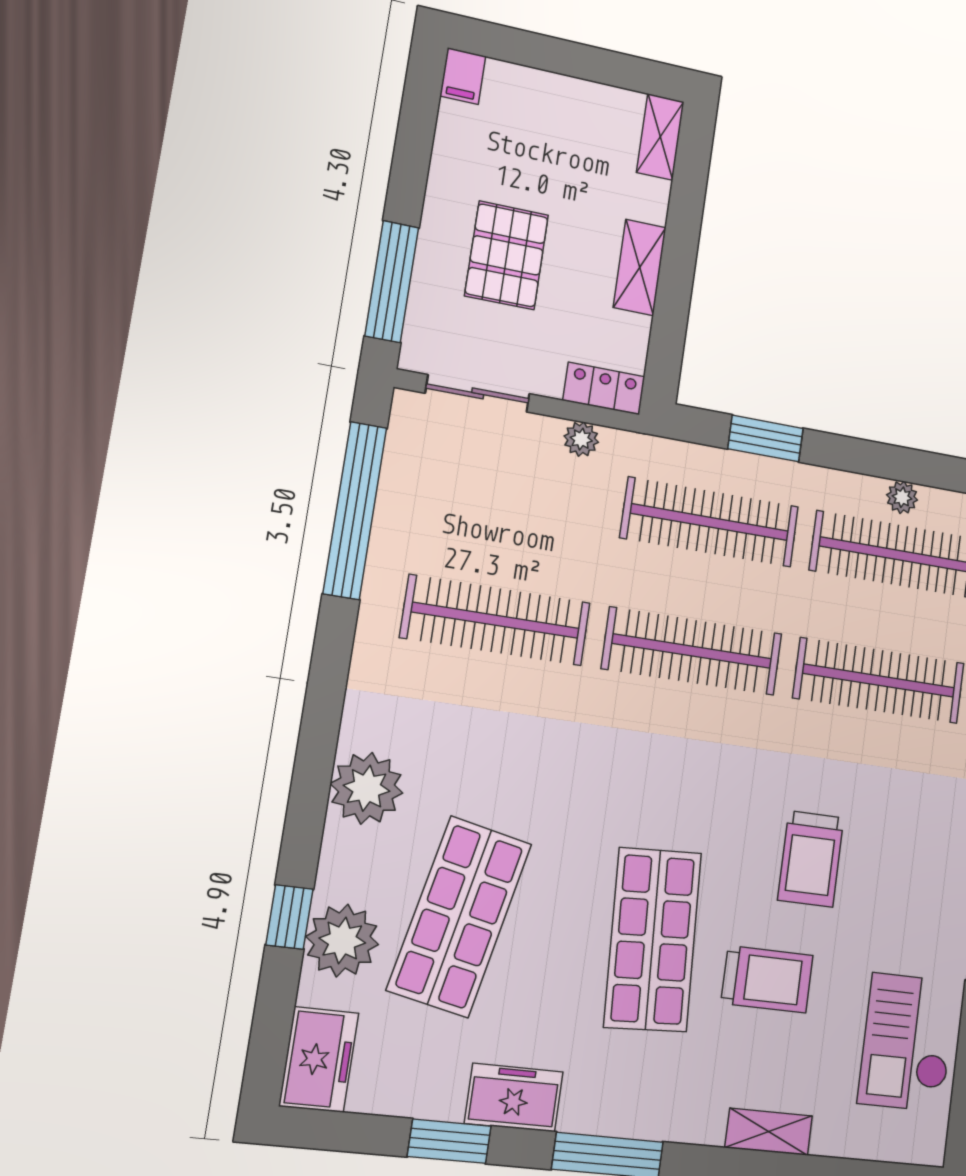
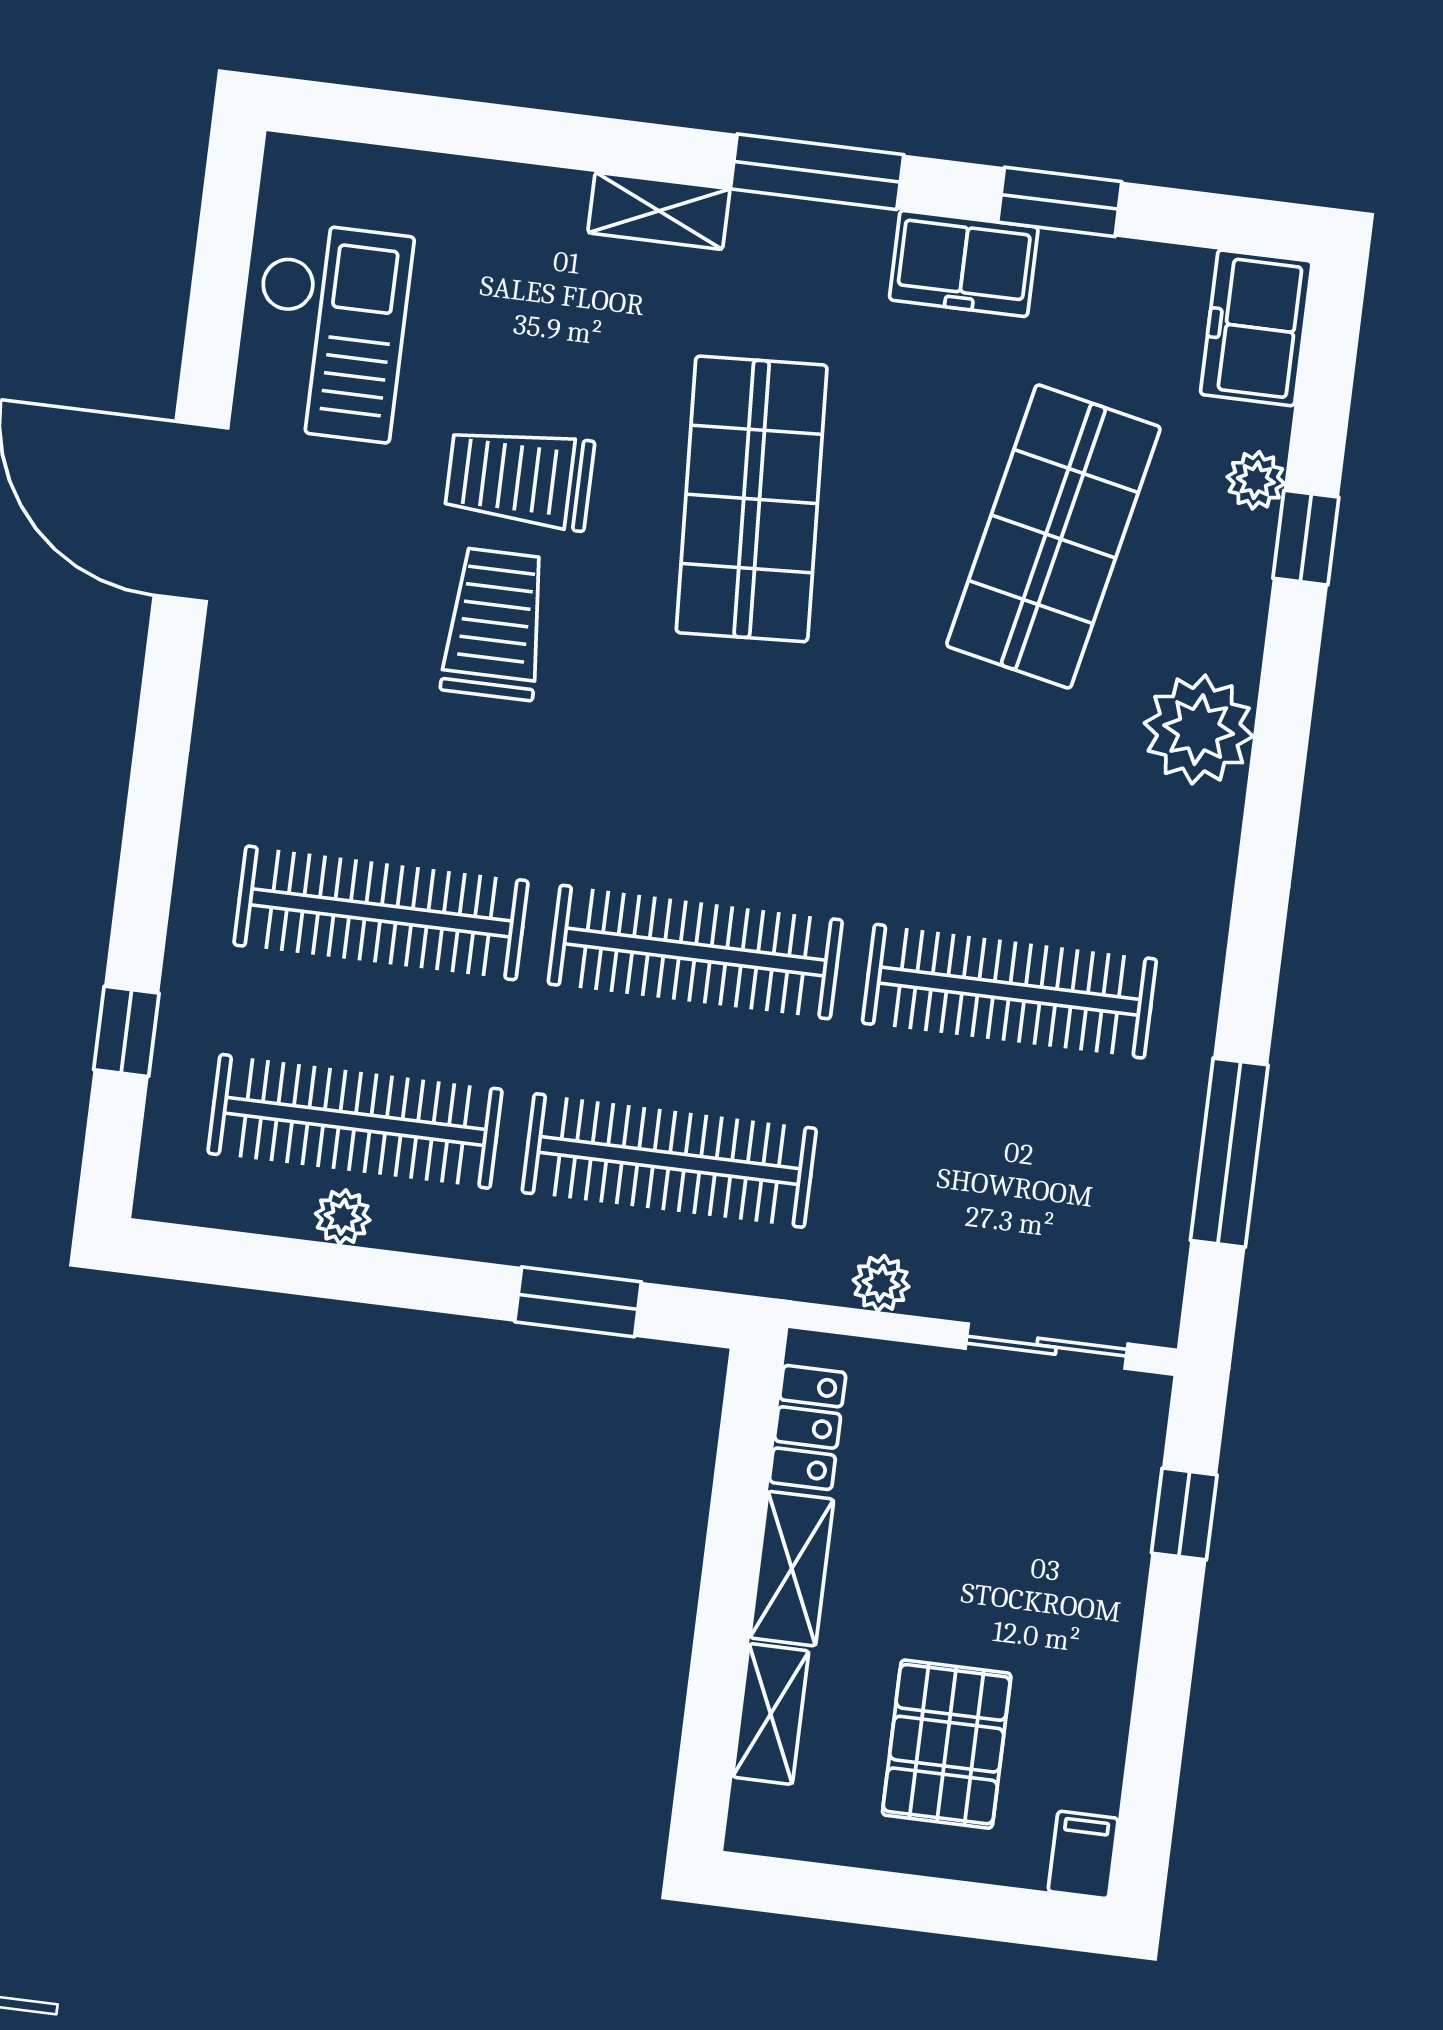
shelving: (660, 137) -> (771, 1714), moved
pallet: (507, 255) -> (947, 1744), moved
window: (392, 282) -> (1184, 1514), width x0.46
locker: (604, 389) -> (808, 1427), moved, turned -90
window: (355, 510) -> (1229, 1153), width x0.68
plant: (342, 940) -> (1256, 480), width x0.53, depth x0.53
trolley: (767, 979) -> (519, 478), moved
shelving: (769, 1132) -> (659, 211), moved

